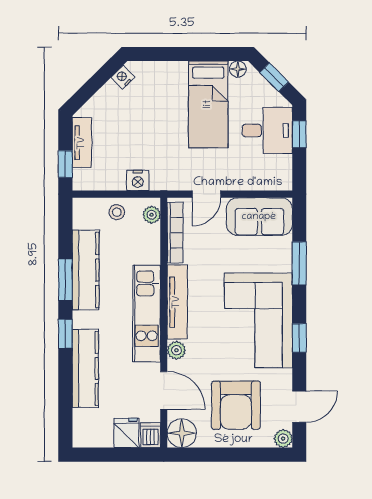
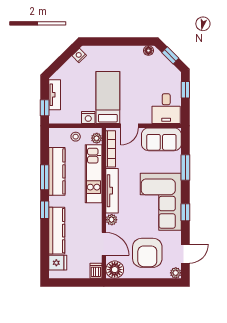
bed: (208, 104) -> (108, 98), moved, turned 180
desk: (267, 130) -> (166, 109), moved, turned 90
kitchen unit: (147, 313) -> (94, 174), moved
fridge: (127, 433) -> (58, 263), moved, turned 90

